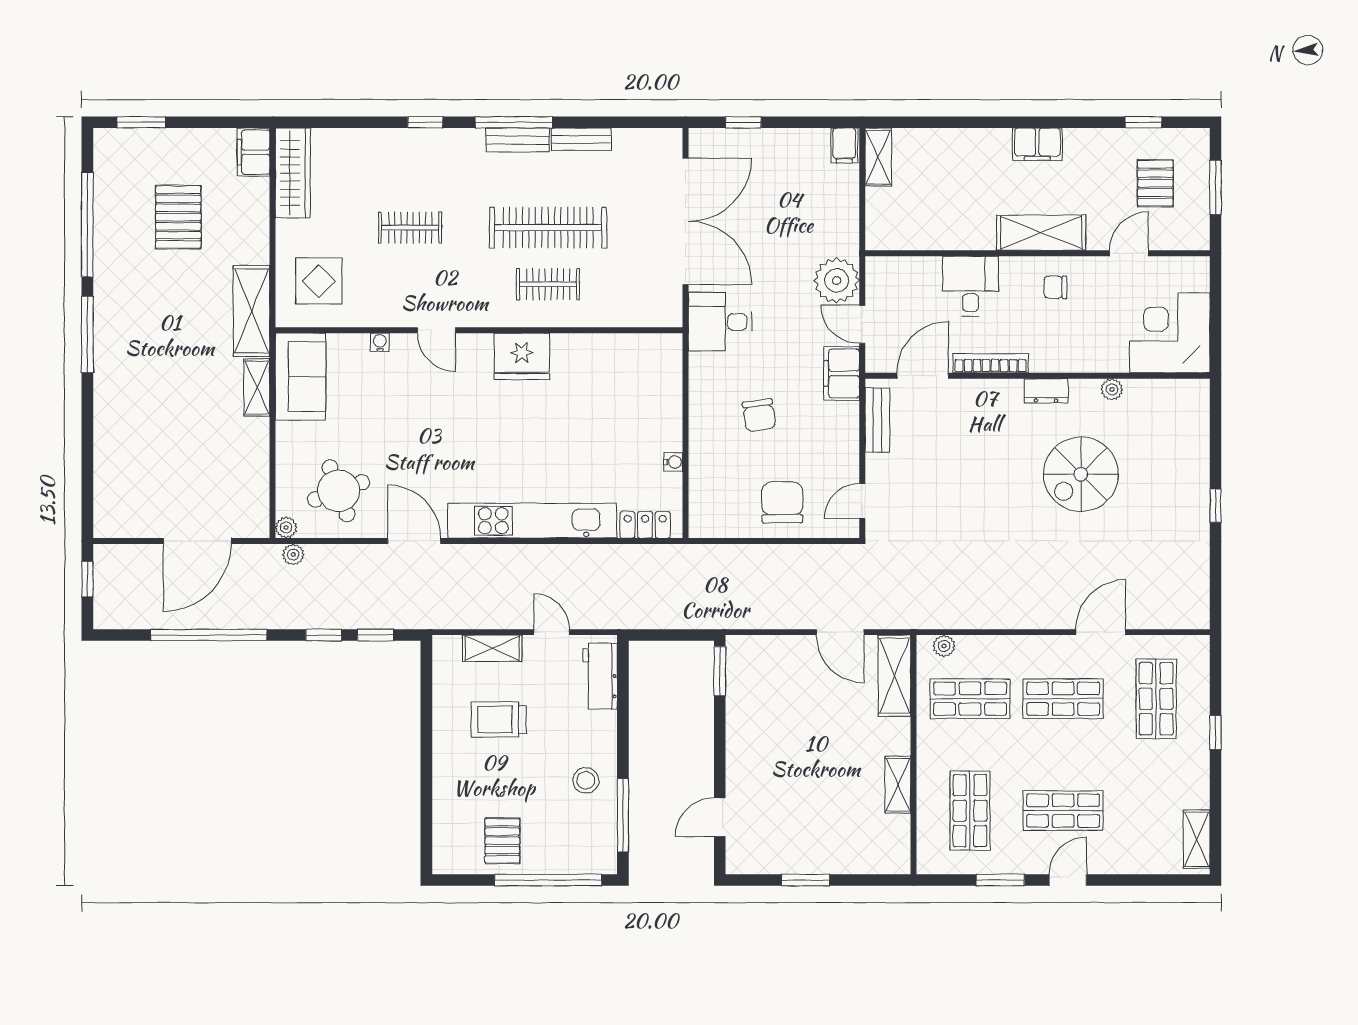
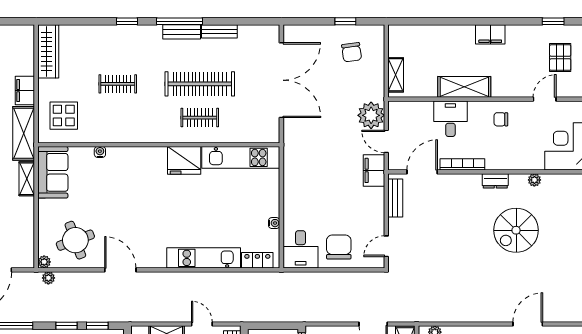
window: (743, 122) -> (345, 21), moved
filing cabinet: (844, 146) -> (376, 35), removed
filing cabinet: (253, 152) -> (25, 91), moved
shelving: (878, 157) -> (396, 75), moved
shelving: (1041, 233) -> (464, 87), moved
desk: (720, 322) -> (301, 249), moved, turned -90
door: (436, 330) -> (133, 145), removed
kitchen unit: (617, 351) -> (241, 157), added
chair: (759, 415) -> (352, 52), moved
kitchen unit: (532, 521) -> (204, 258), width x0.73

